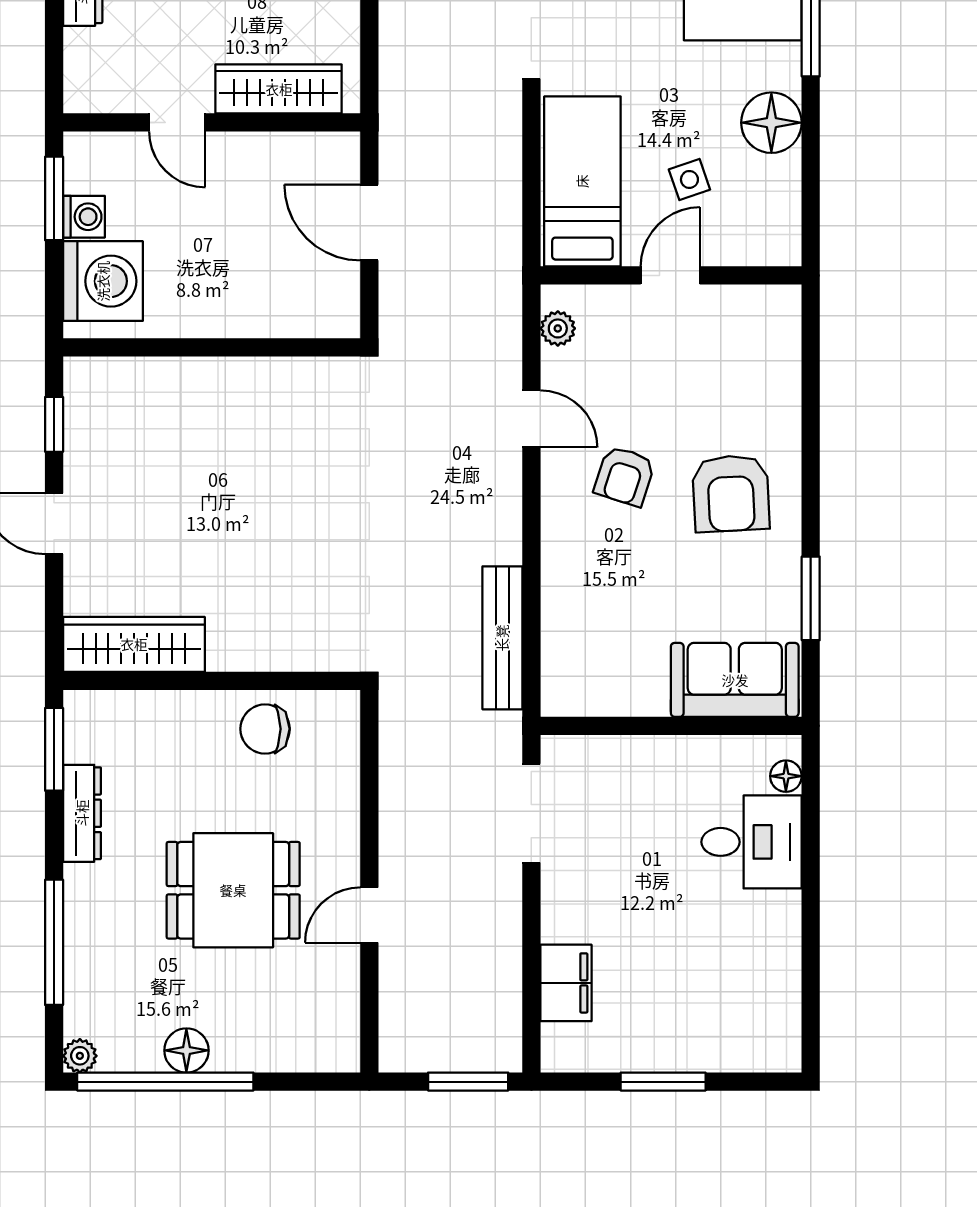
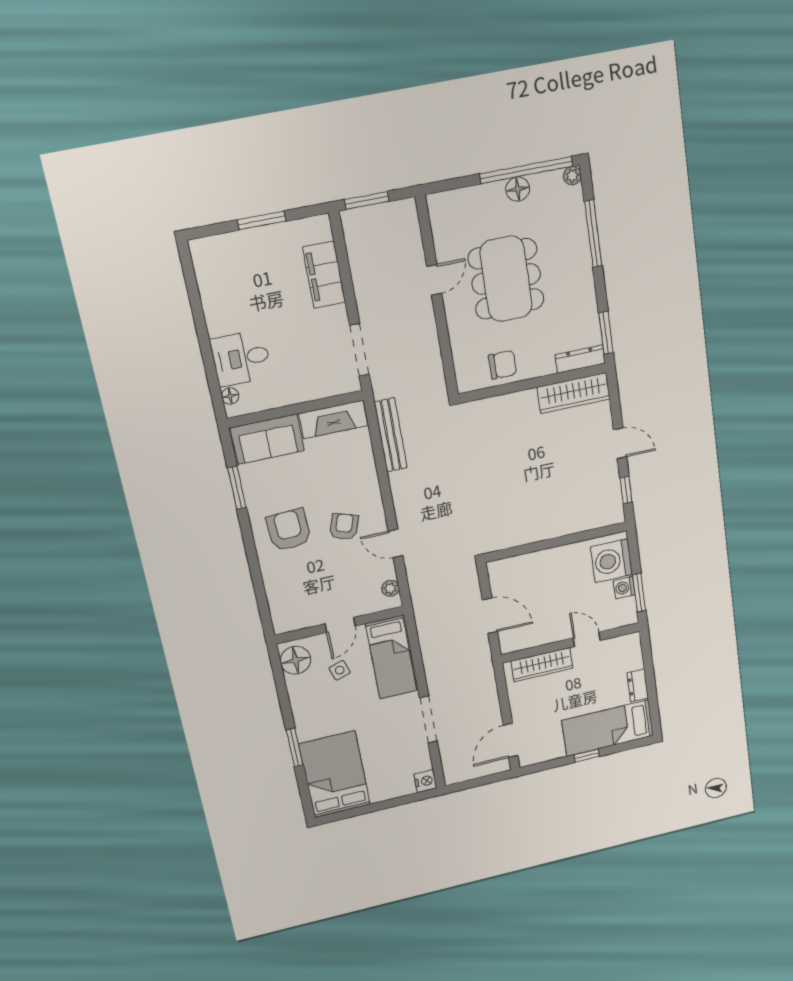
floor lamp: (771, 123) -> (296, 660), moved
fireplace: (605, 691) -> (333, 419), added
dresser: (82, 813) -> (580, 359), moved, turned 90
dining table: (233, 890) -> (506, 279), width x1.38
filing cabinet: (566, 983) -> (324, 275), width x1.50, depth x1.17

